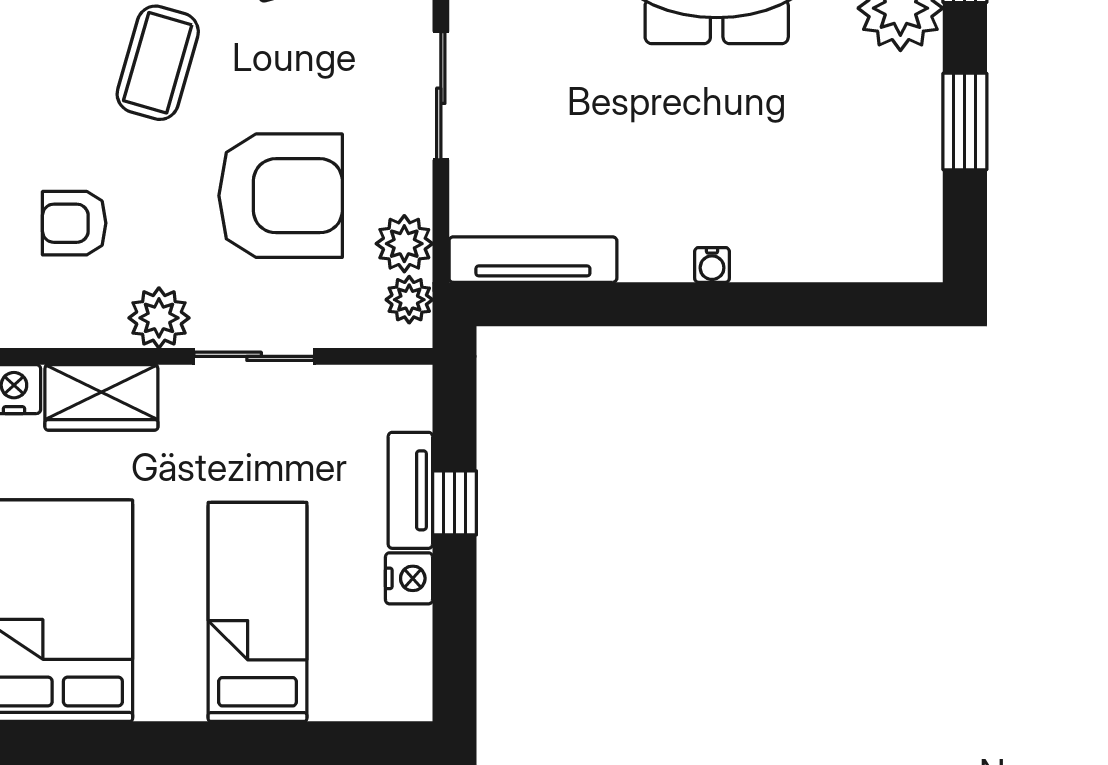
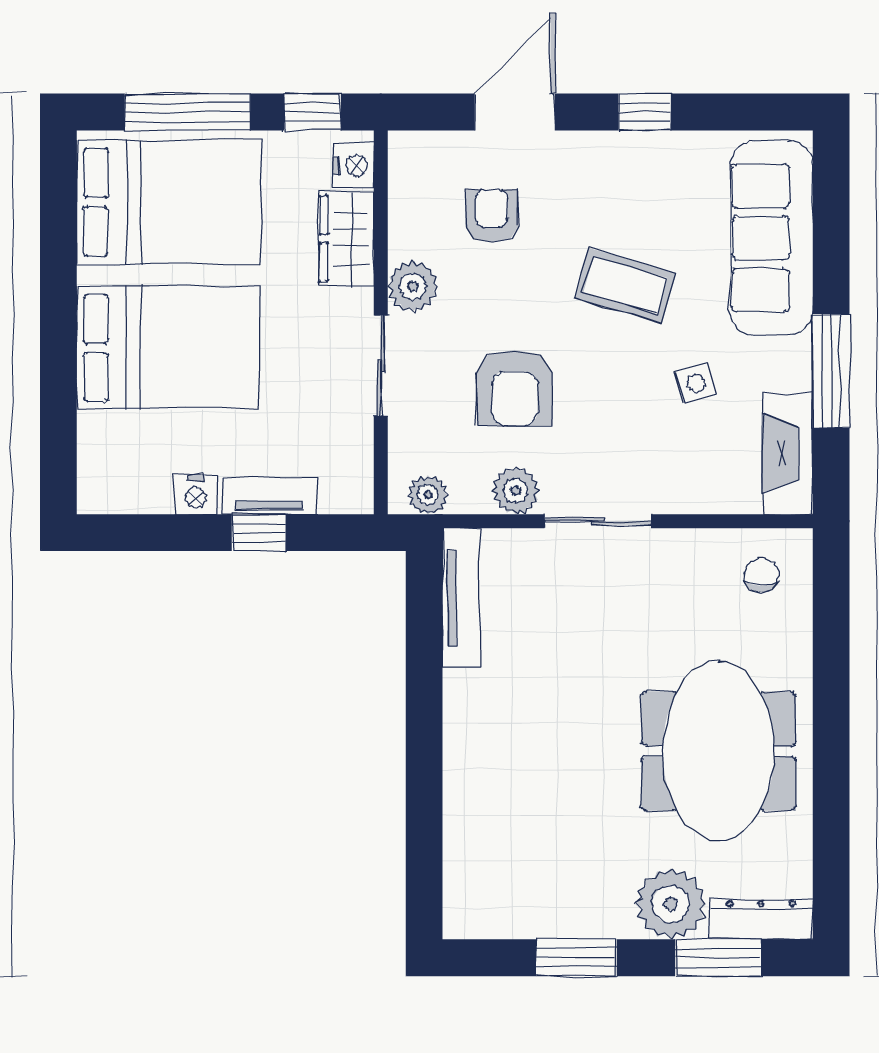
armchair: (281, 196) -> (515, 388), width x0.73, depth x0.73
plant: (404, 244) -> (516, 491), moved
water cooler: (712, 265) -> (457, 747), removed
bed: (257, 612) -> (168, 348), width x1.50

